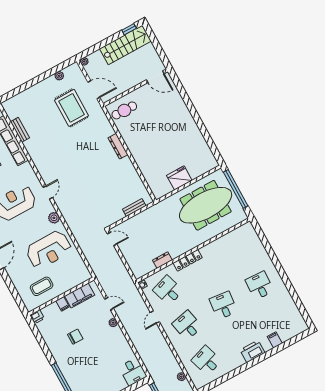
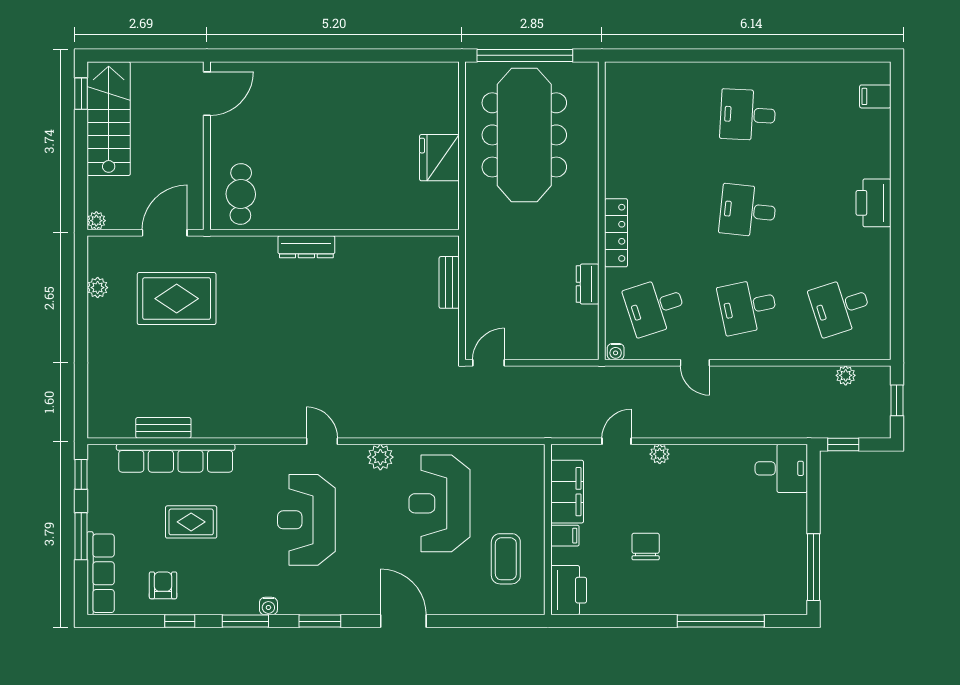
reception desk: (49, 250) -> (440, 503), turned 180
printer: (37, 317) -> (569, 590), width x1.87, depth x1.48
filing cabinet: (275, 340) -> (875, 96), moved

